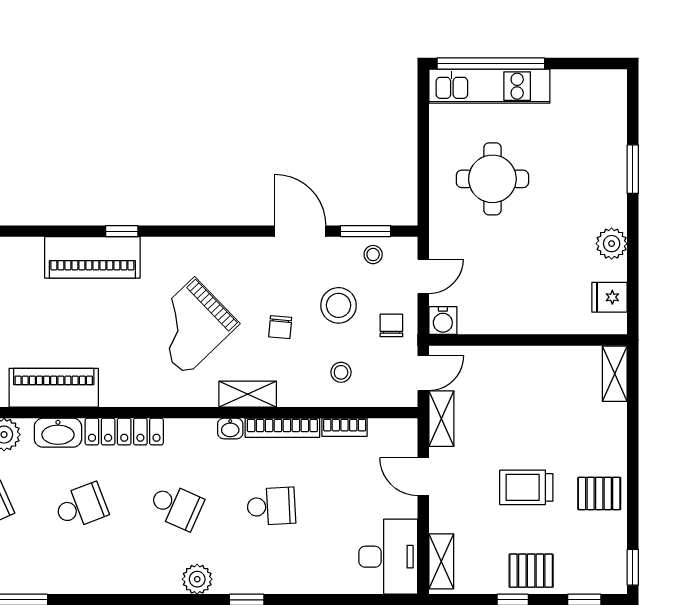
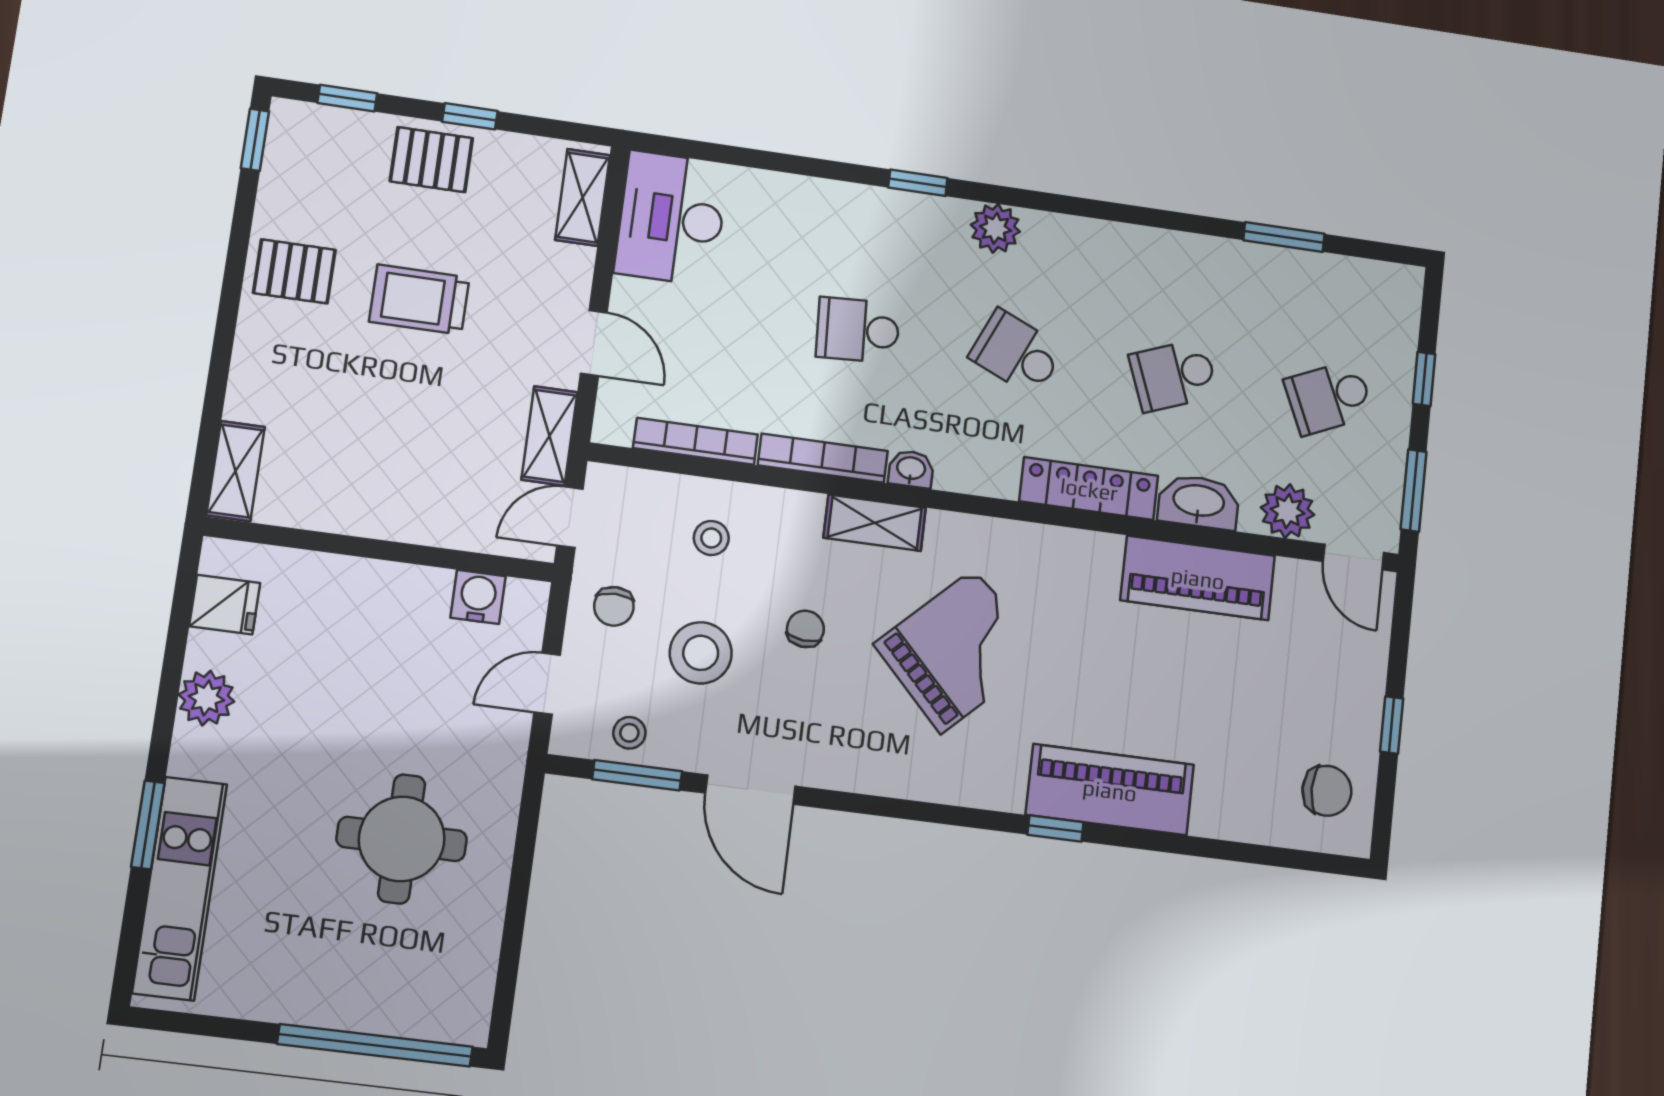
kitchen unit: (489, 86) -> (180, 888), moved, turned 90
water cooler: (443, 320) -> (478, 597), moved
bookcase: (345, 427) -> (695, 441), width x1.56
trolley: (526, 487) -> (419, 300), turned 180

